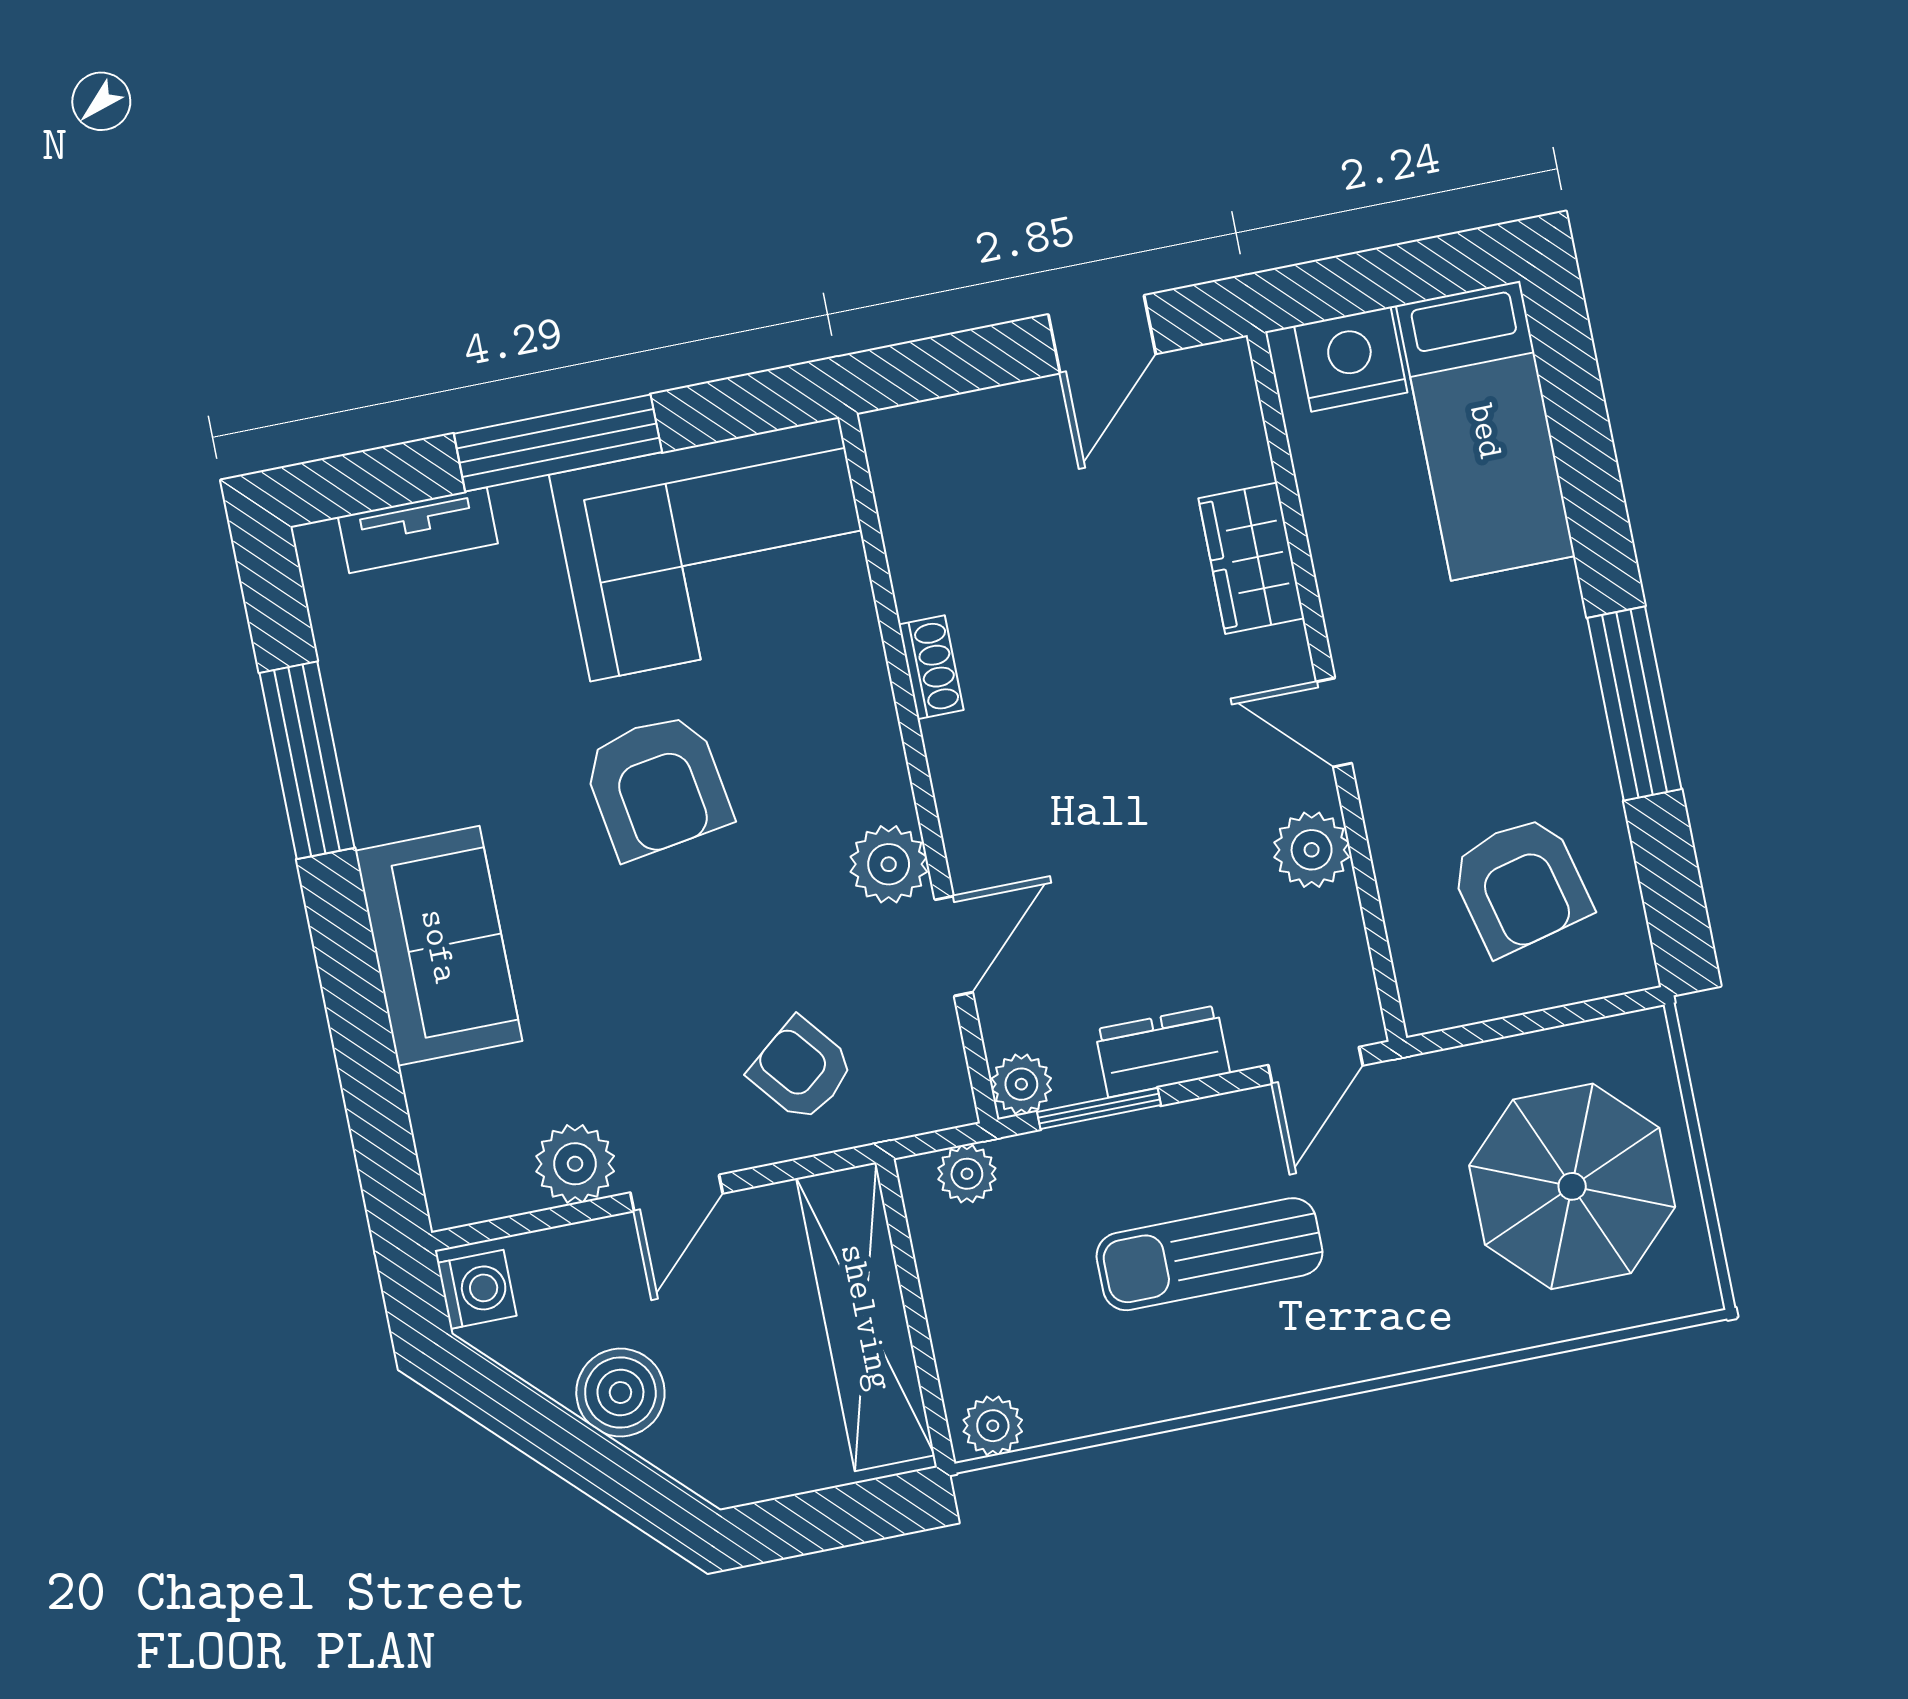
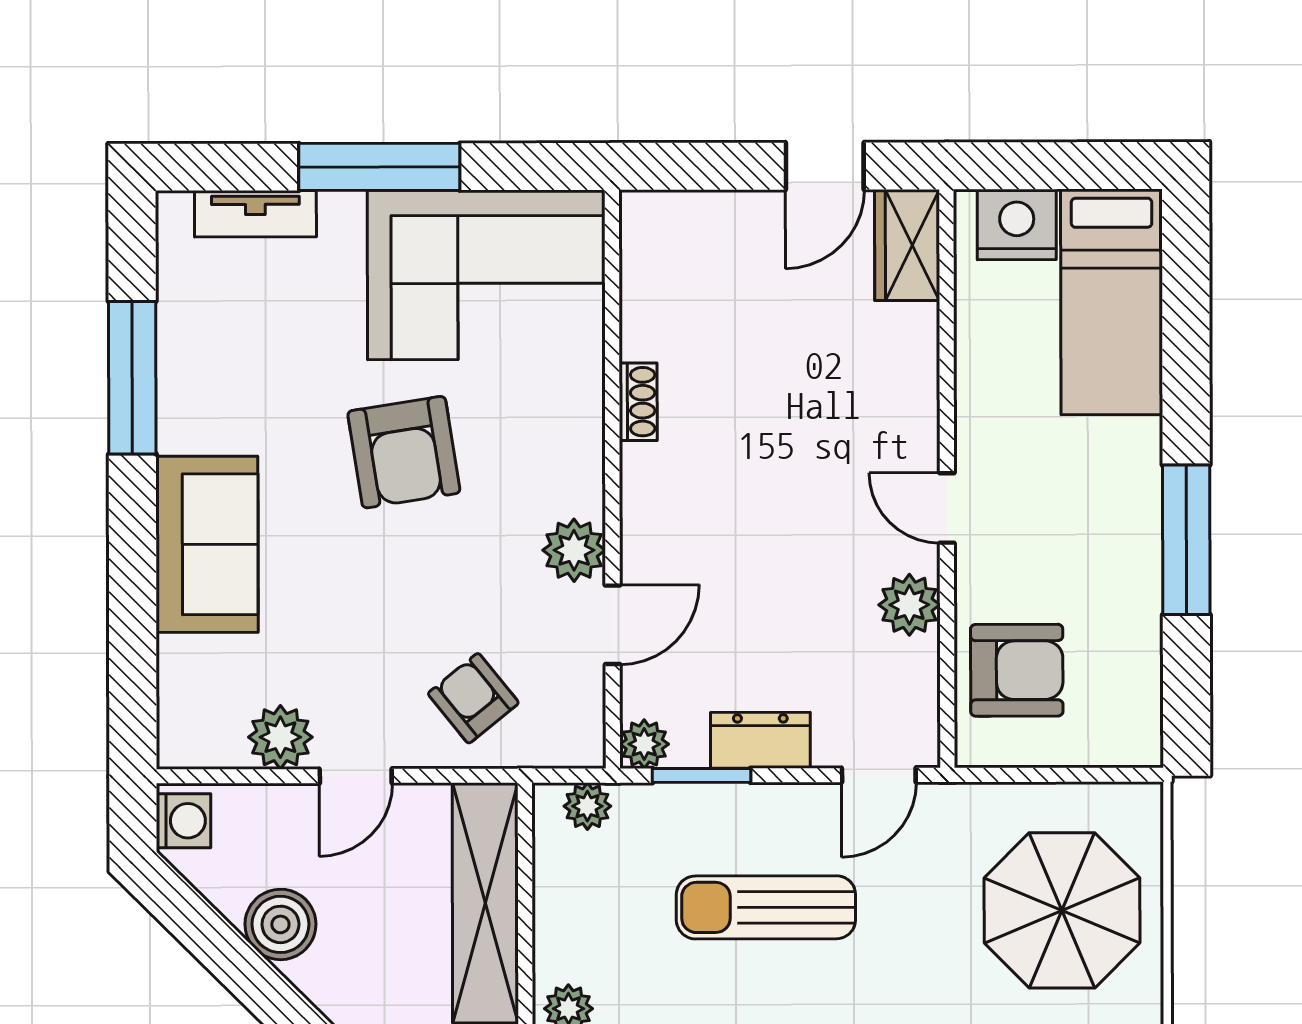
wardrobe: (1251, 558) -> (907, 245), moved
armchair: (1520, 885) -> (1017, 670), moved, turned -76

